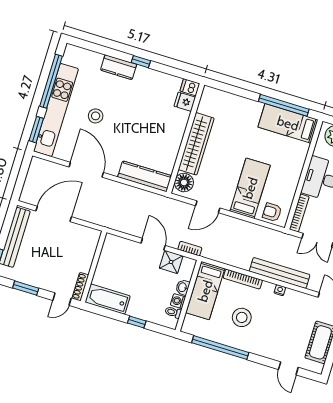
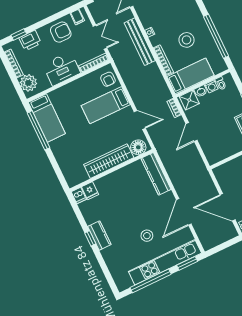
kitchen counter: (119, 67) -> (99, 235), moved
shower: (171, 262) -> (189, 100), moved

